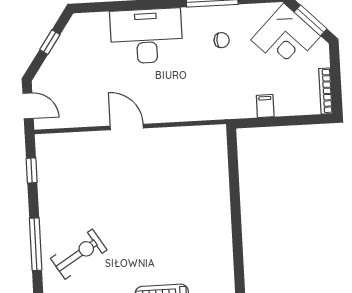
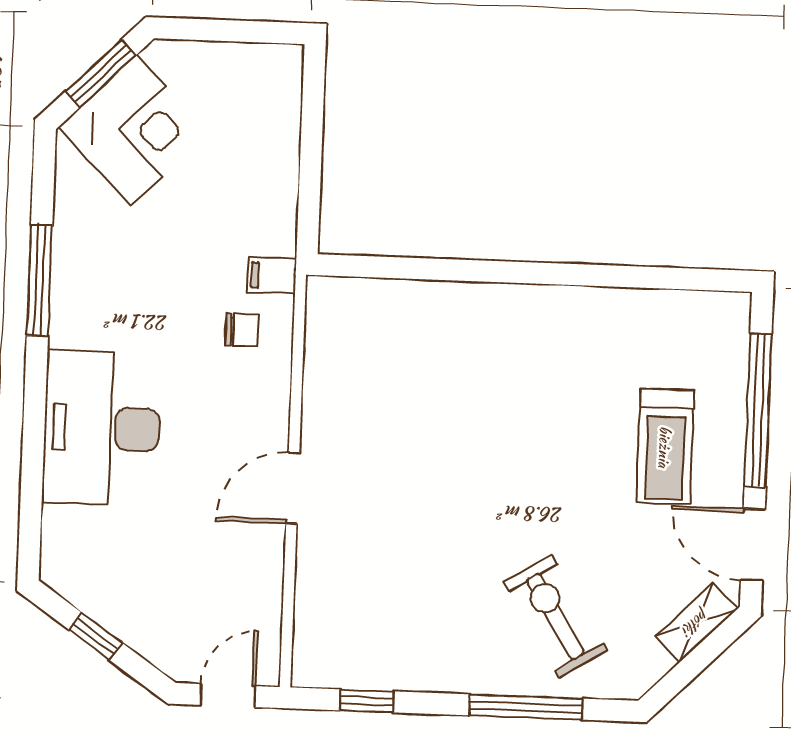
chair: (222, 40) -> (242, 330), moved, turned 90
bookcase: (326, 91) -> (255, 55), removed
filing cabinet: (265, 106) -> (272, 275), moved

